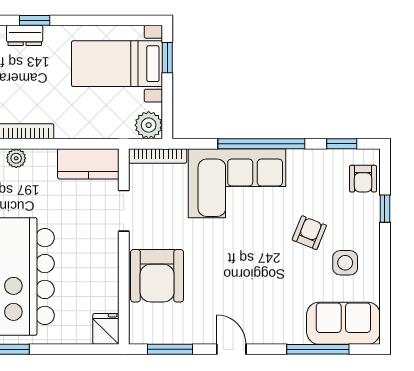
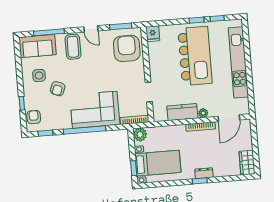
kitchen counter: (88, 164) -> (182, 112), moved
armchair: (157, 276) -> (127, 48), moved
coffee table: (271, 316) -> (73, 47), added

